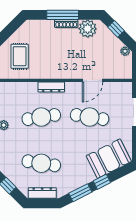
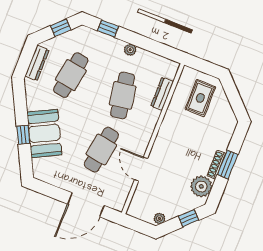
window: (63, 15) -> (228, 165), width x0.69
rug: (20, 56) -> (200, 98), turned 90
dresser: (51, 87) -> (162, 94), moved
booth: (109, 159) -> (44, 133), moved
window: (80, 193) -> (21, 106), removed

